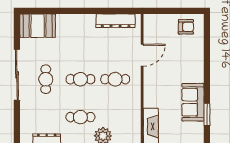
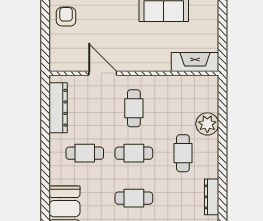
cafe table: (80, 41) -> (85, 153), added
cafe table: (80, 79) -> (134, 153), turned 90

